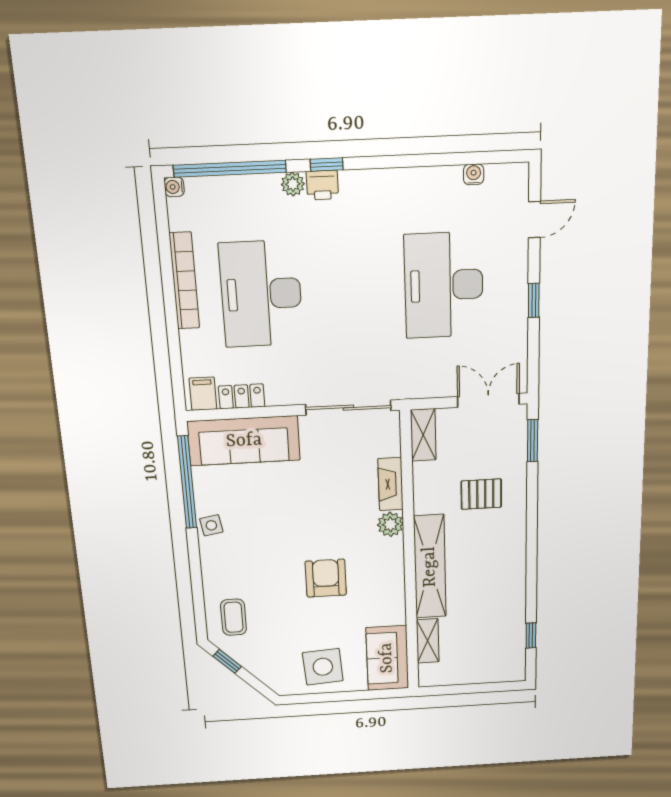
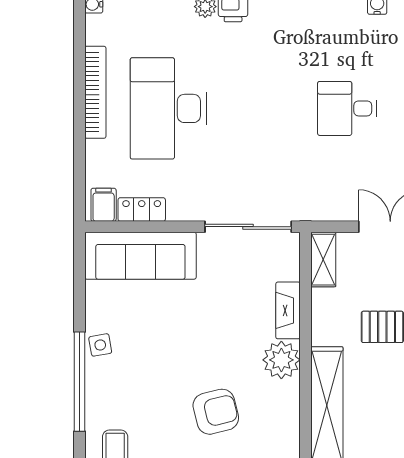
desk: (444, 285) -> (347, 108), width x0.53, depth x0.77
window: (187, 482) -> (79, 382), moved
plant: (390, 524) -> (281, 360), width x1.36, depth x1.36
armchair: (326, 578) -> (216, 412), turned 76

